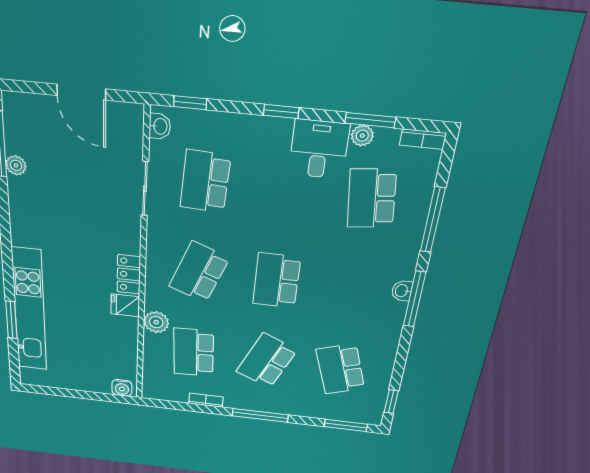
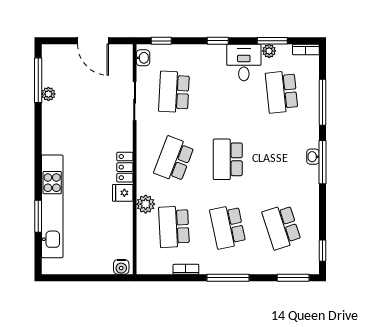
school desk: (267, 361) -> (228, 227), turned -36

